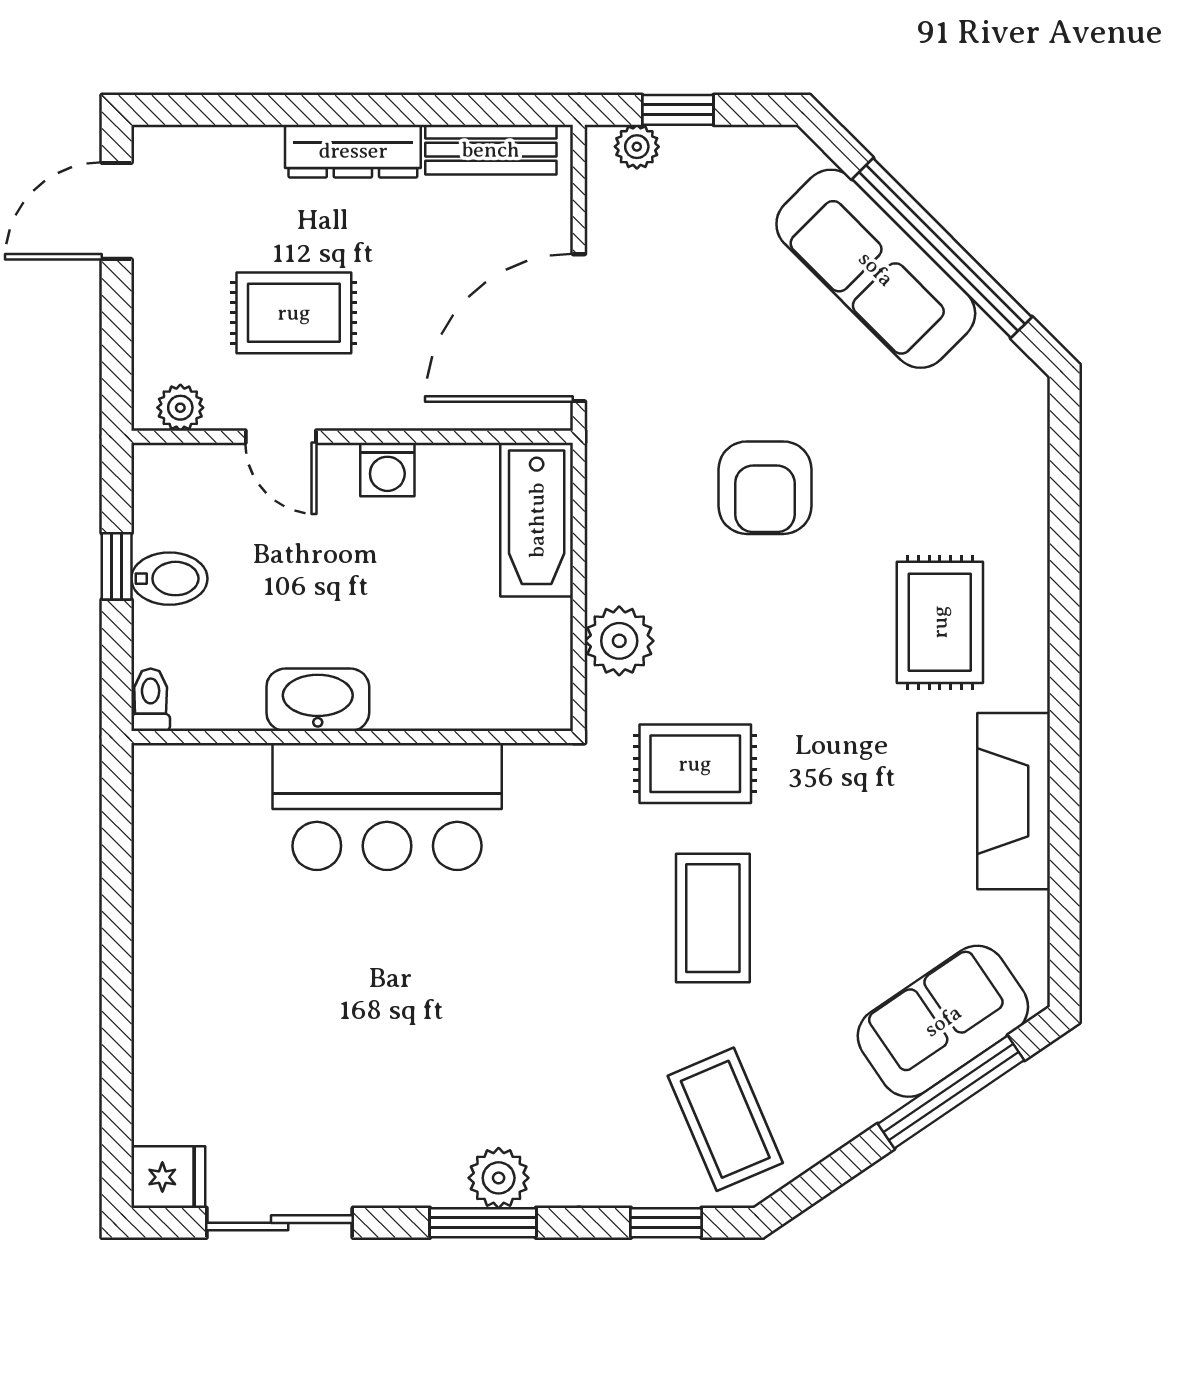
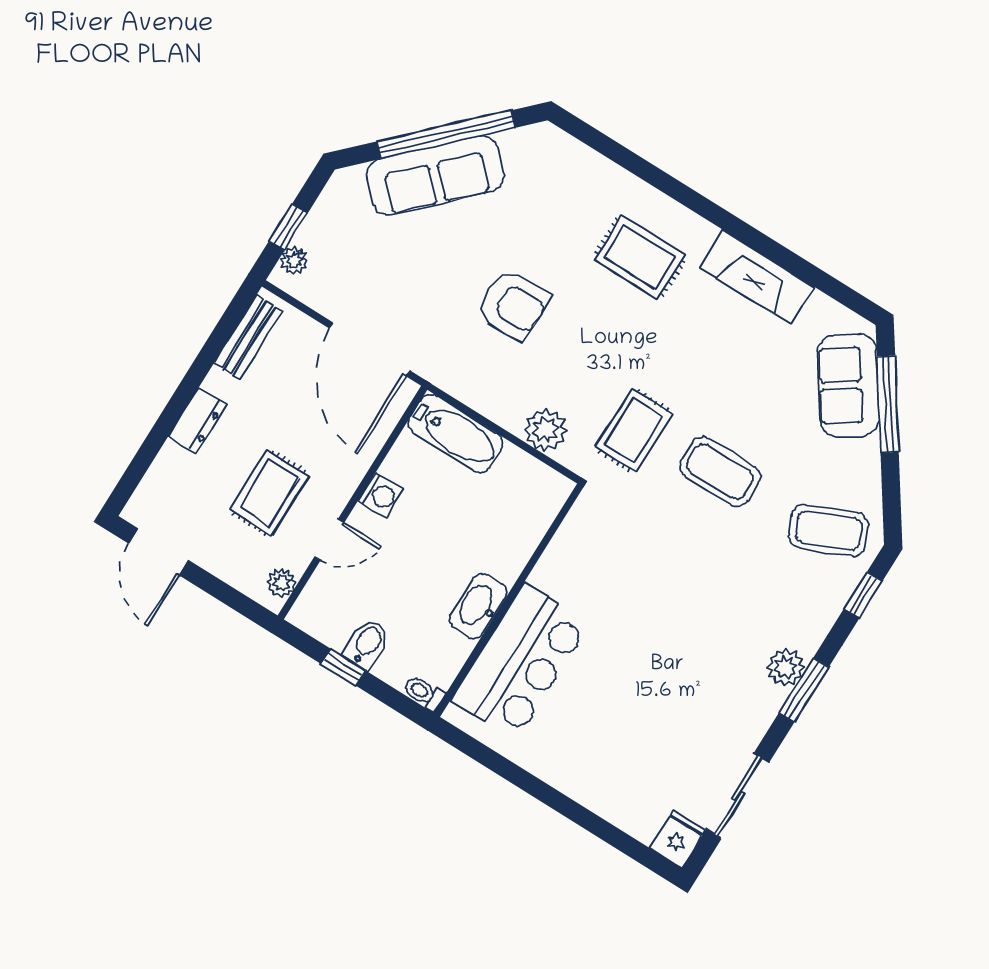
dresser: (353, 151) -> (197, 420), width x0.70
bar counter: (387, 806) -> (520, 662), moved

